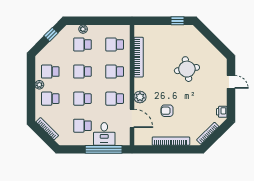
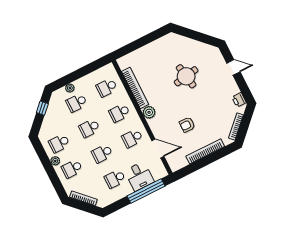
window: (178, 21) -> (154, 35), removed
plant: (140, 97) -> (149, 112), moved

